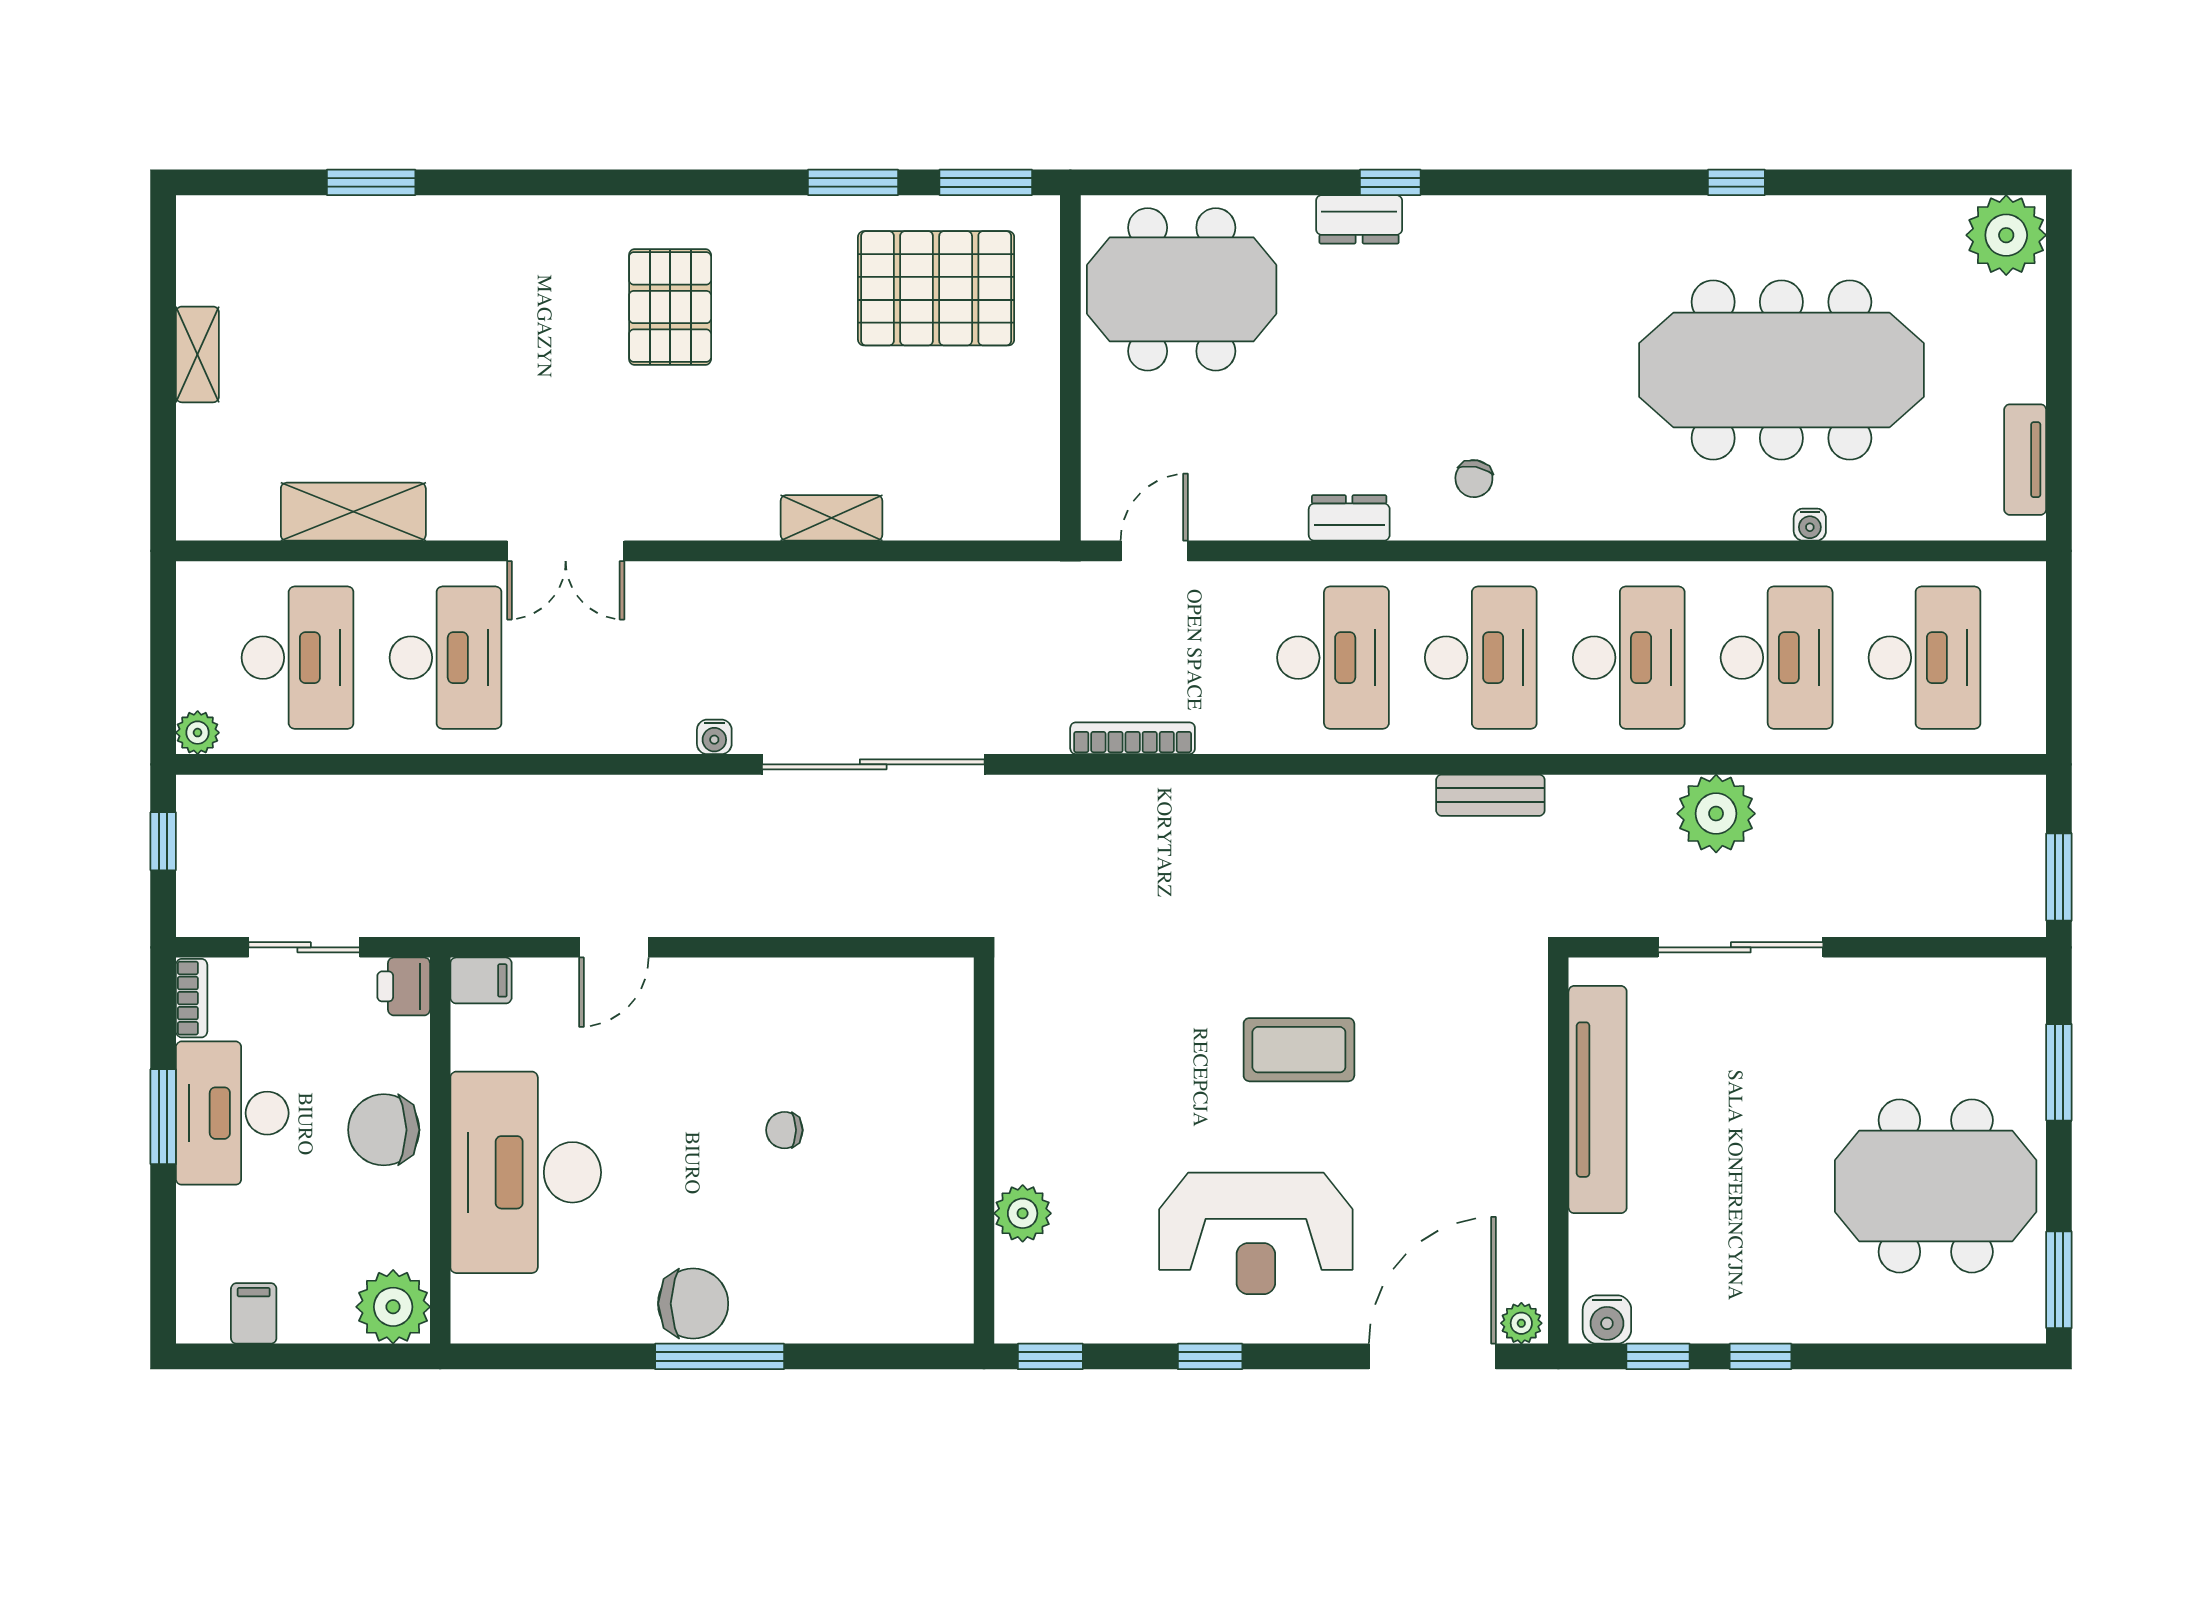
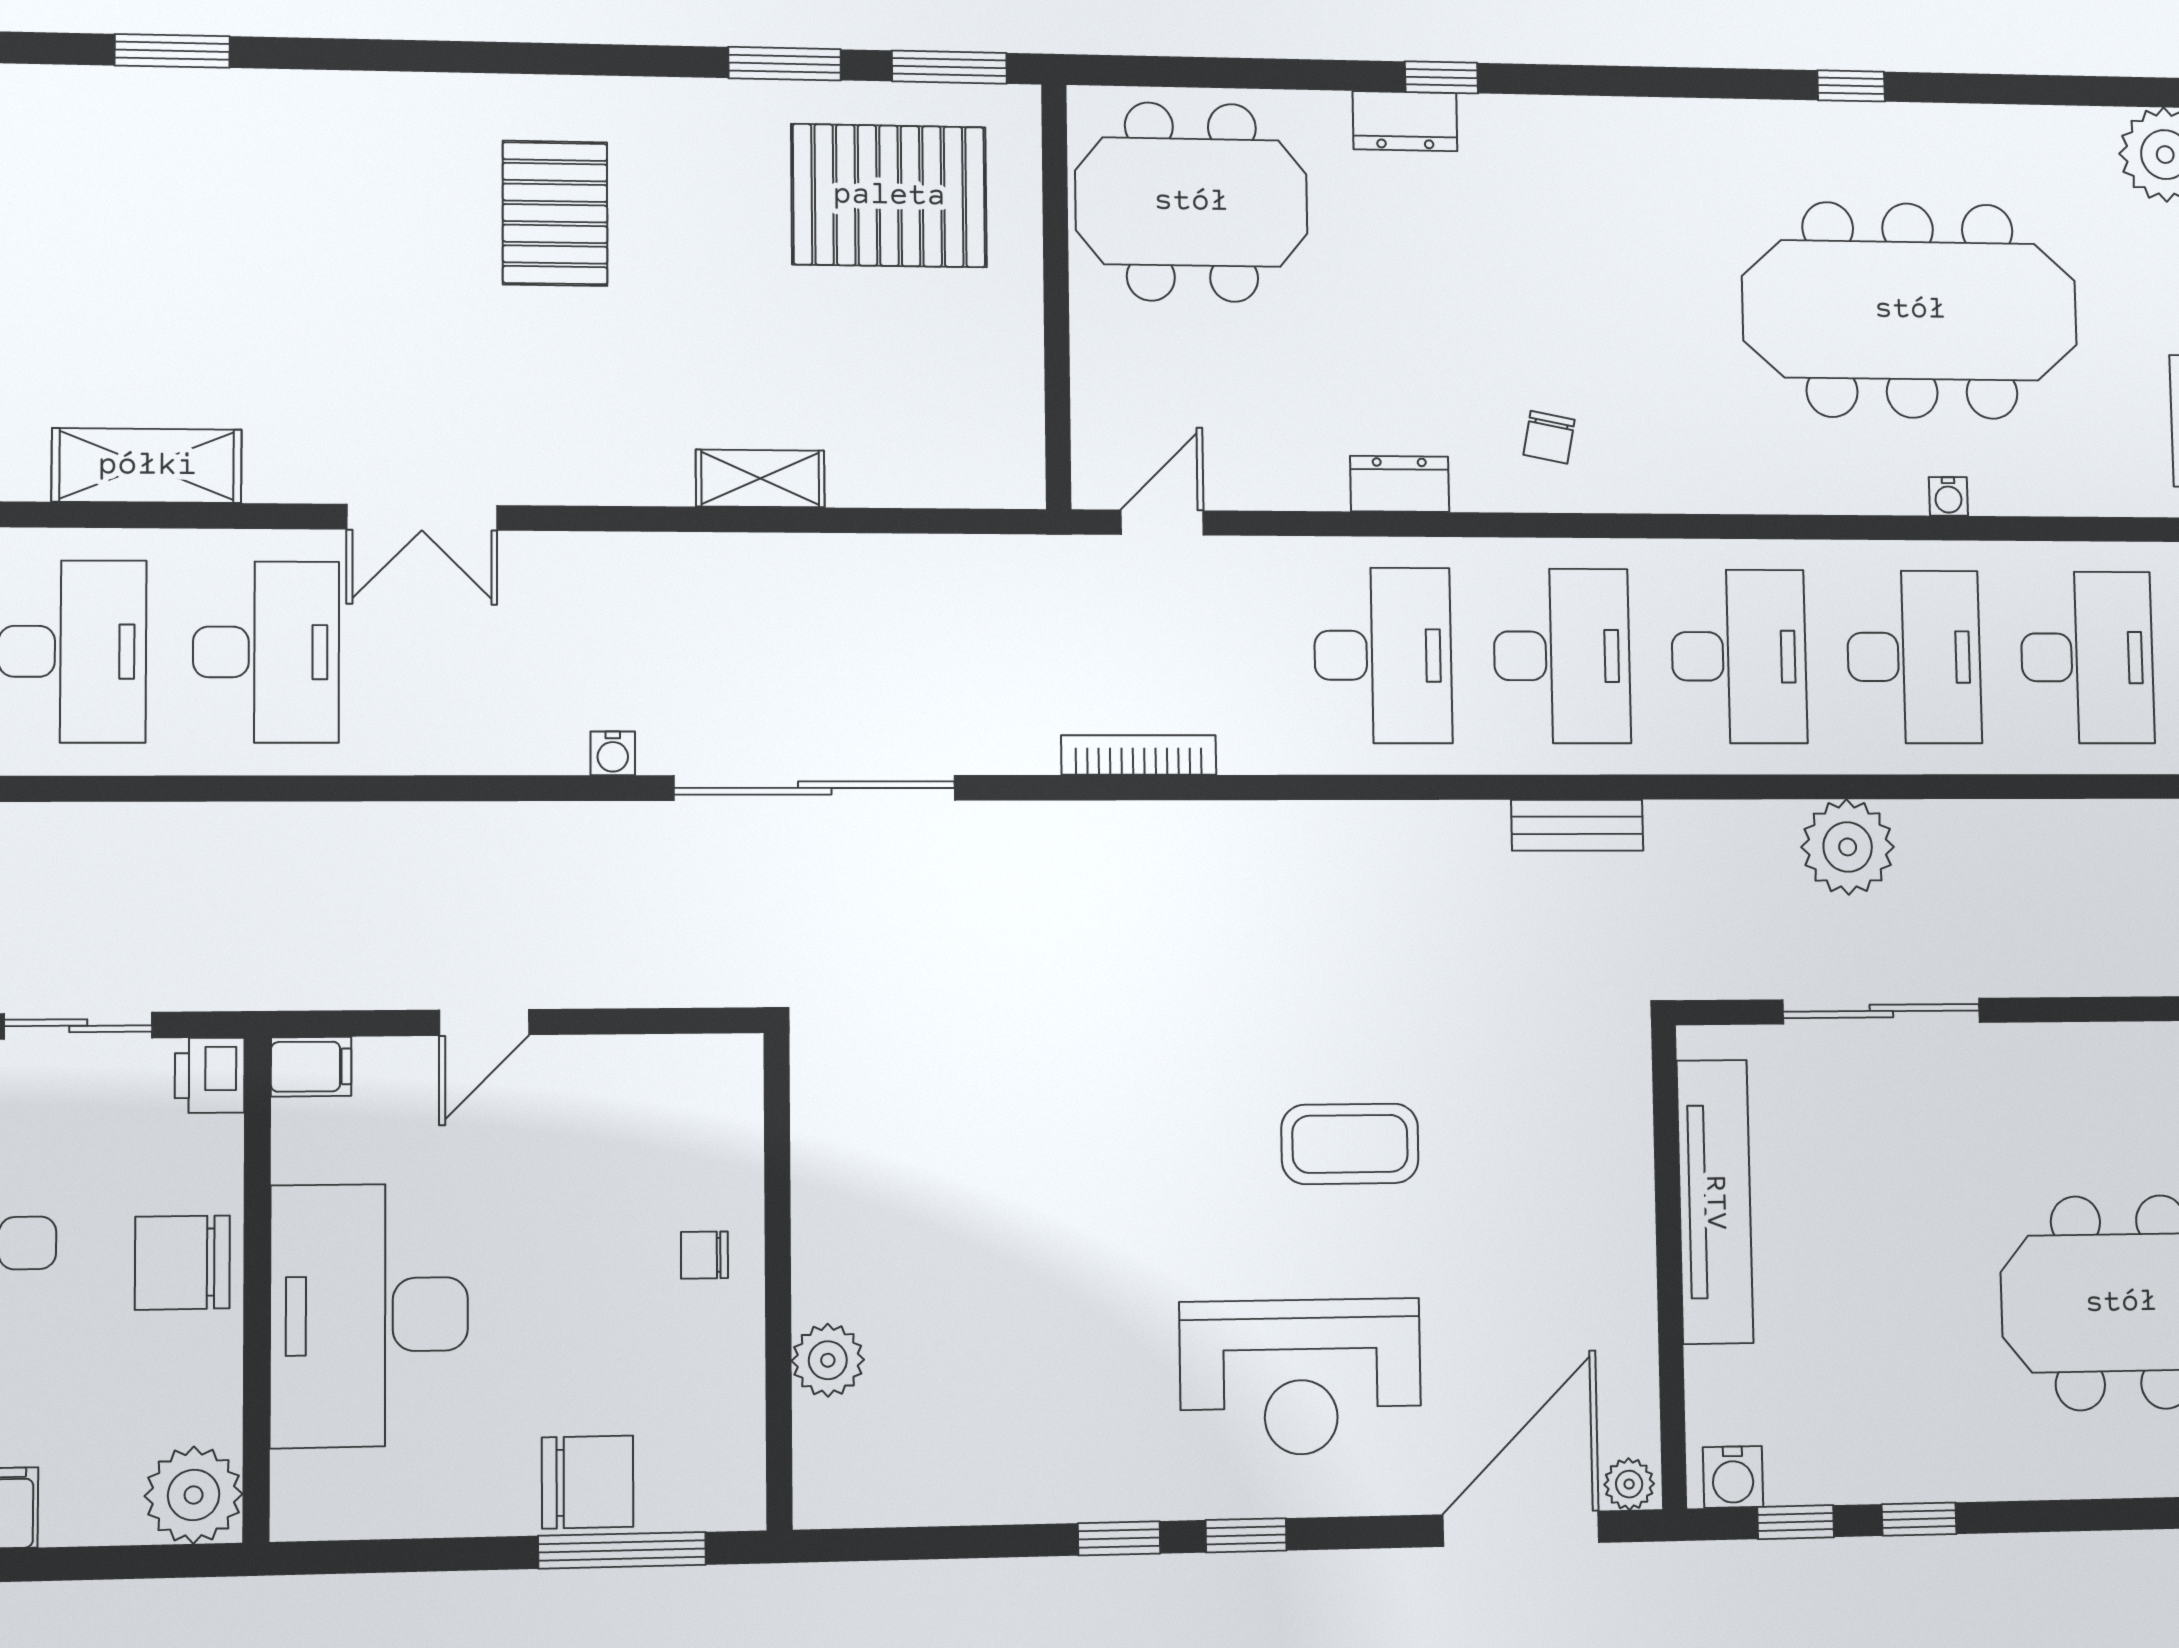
wall: (984, 1151) -> (778, 1280), moved
plant: (1023, 1213) -> (828, 1360), moved
window: (1050, 1356) -> (1119, 1538), moved

